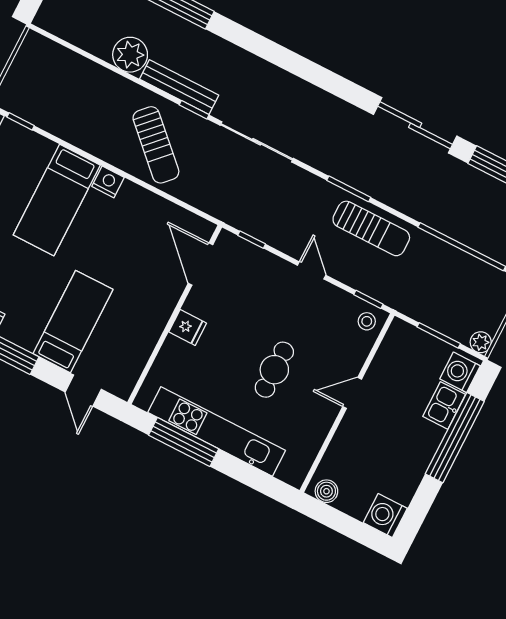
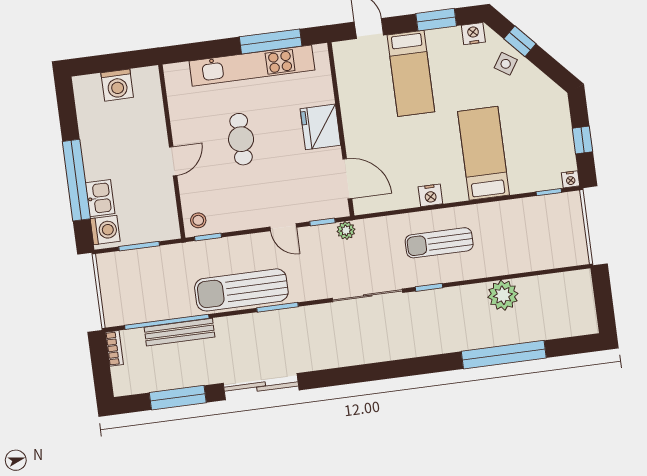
bench: (179, 87) -> (179, 332), moved
sun lounger: (156, 145) -> (439, 243), turned -44
nightstand: (108, 182) -> (430, 195), moved
sun lounger: (371, 228) -> (241, 290), width x1.36, depth x1.34
door: (312, 270) -> (283, 227), moved
fridge: (188, 328) -> (320, 127), width x1.88, depth x1.34
plant: (481, 342) -> (346, 230), moved
boiler: (326, 491) -> (143, 77), removed
washing machine: (385, 516) -> (117, 85), moved, turned 90

